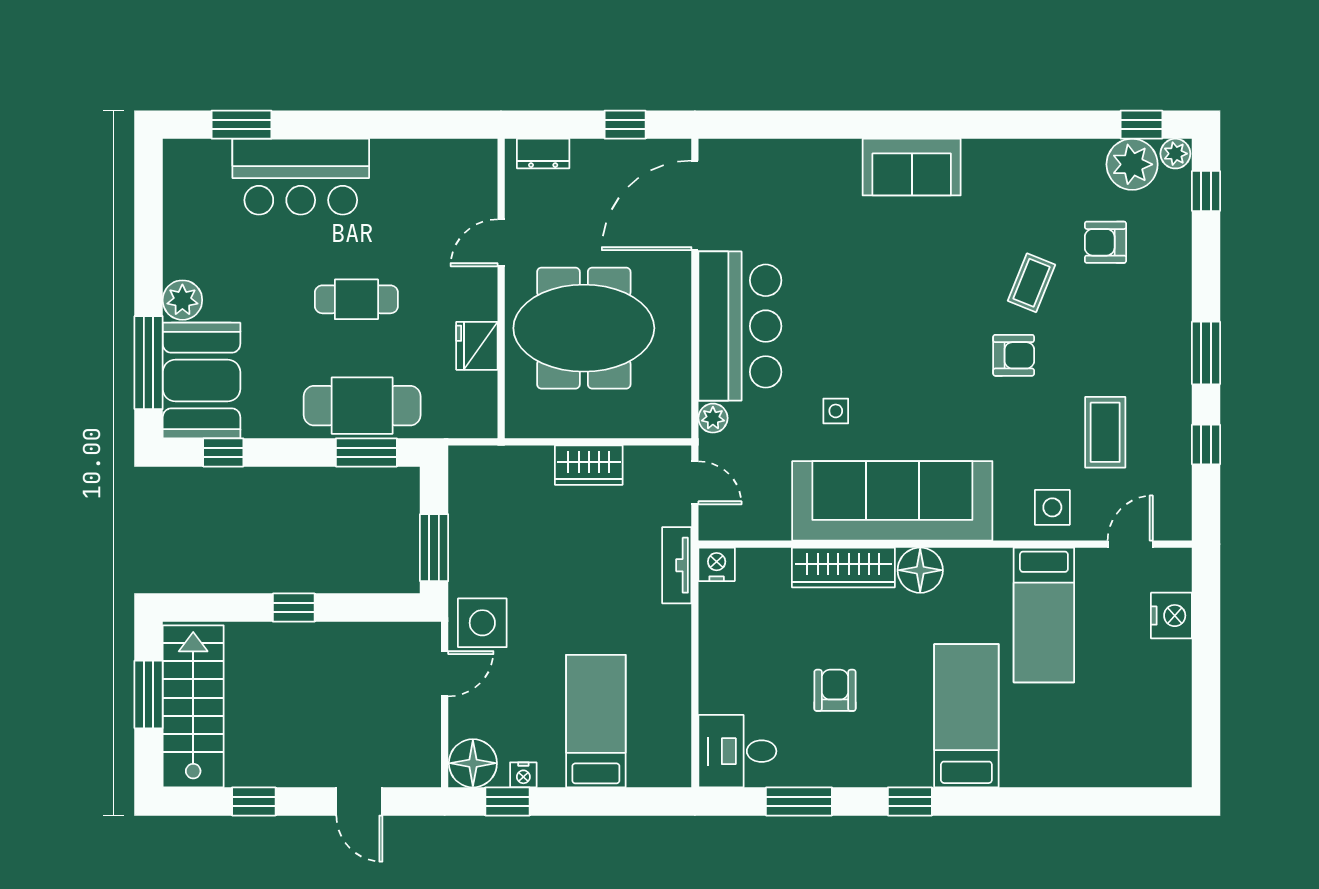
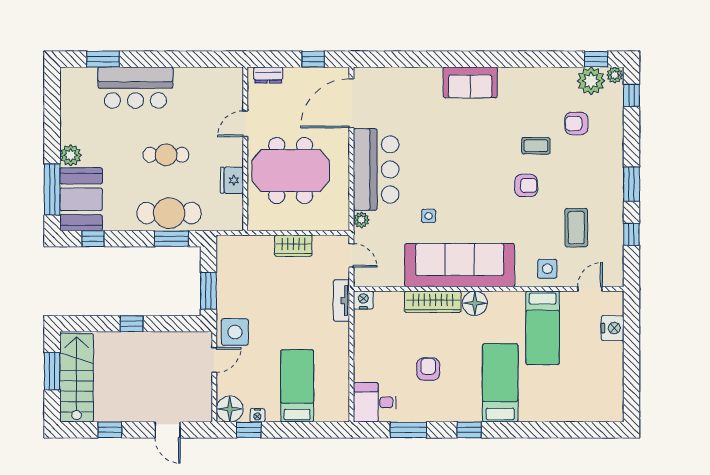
coffee table: (1032, 283) -> (536, 146), turned 68

